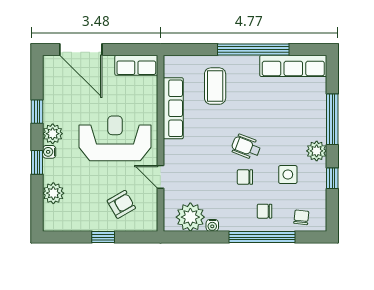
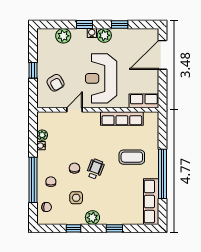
row of seats: (136, 65) -> (144, 101), moved, turned 90
coffee table: (215, 86) -> (132, 157), moved
window: (332, 119) -> (114, 228), width x0.46
reception desk: (115, 138) -> (101, 78), turned 180
plant: (190, 217) -> (42, 135), width x0.53, depth x0.53

